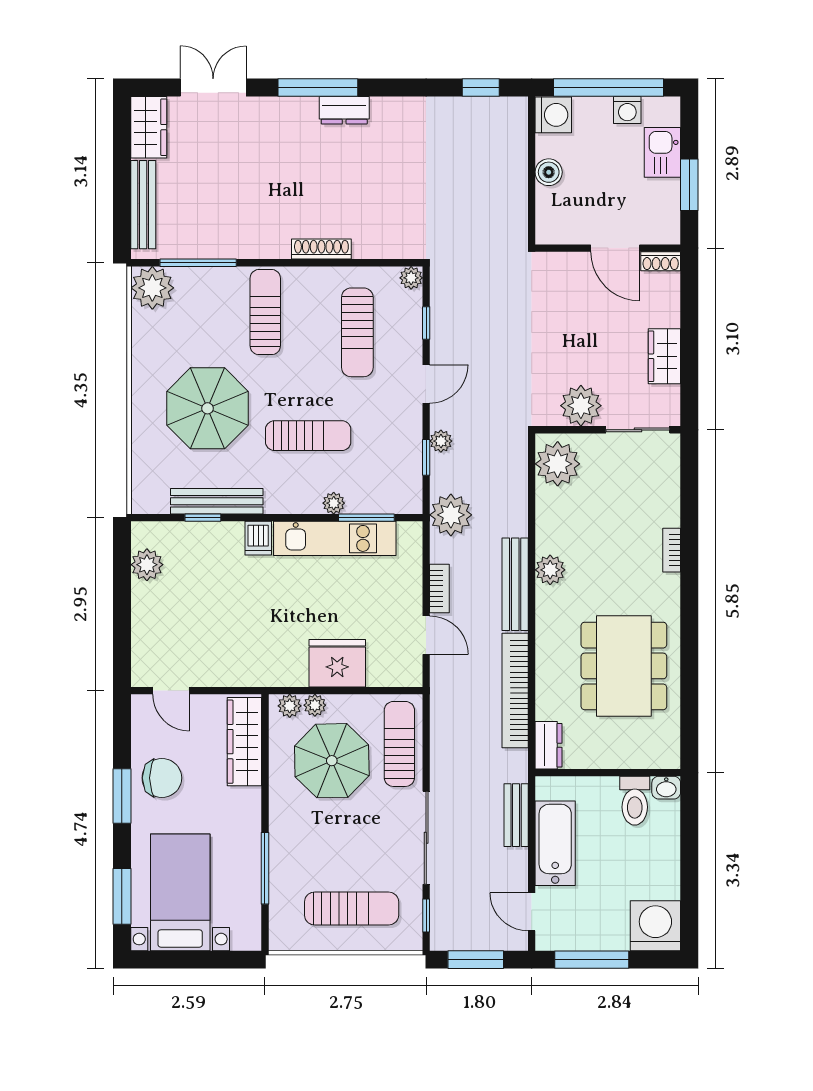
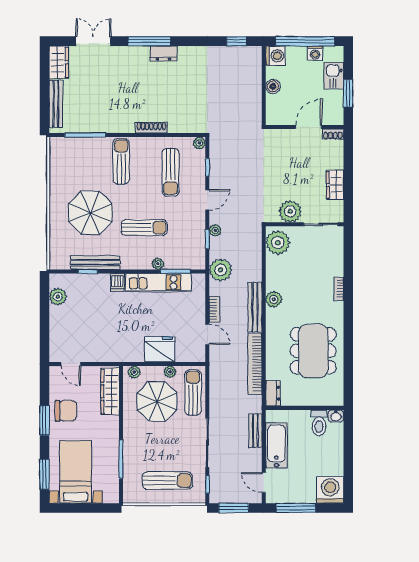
door: (615, 248) -> (309, 127), swing flipped
plant: (152, 288) -> (61, 148), removed
plant: (315, 705) -> (170, 372), moved

